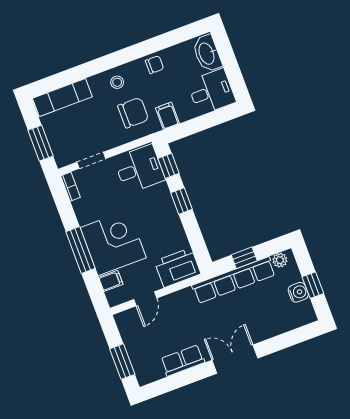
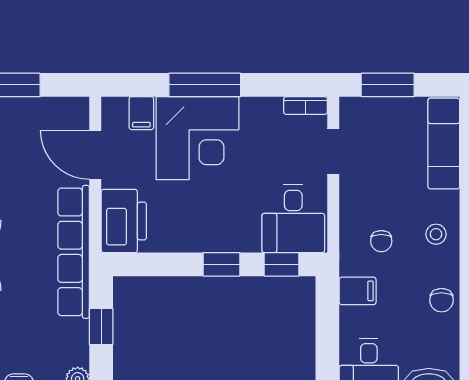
chair: (133, 113) -> (381, 241), width x0.54, depth x0.54
row of seats: (234, 280) -> (74, 252), moved
door: (145, 299) -> (95, 155), width x1.38

